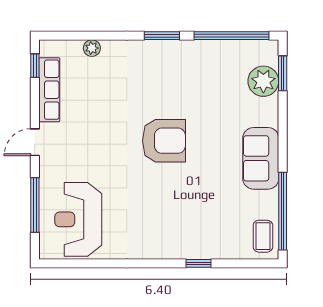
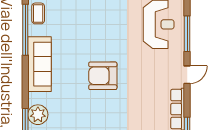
sofa: (261, 158) -> (40, 64), width x1.36

